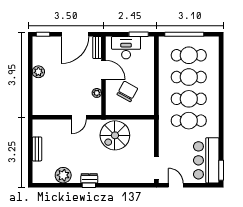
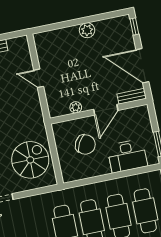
desk: (126, 48) -> (127, 156), moved, turned 90
door: (79, 117) -> (39, 78), moved
spiral stairs: (115, 135) -> (30, 160), moved, turned 90

